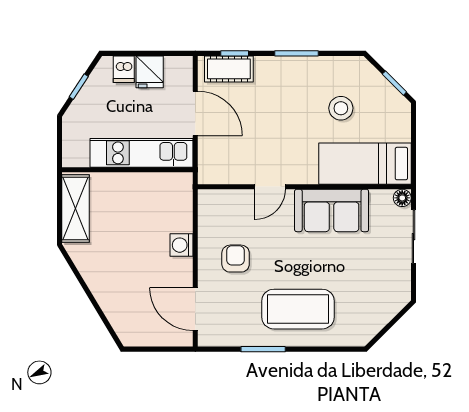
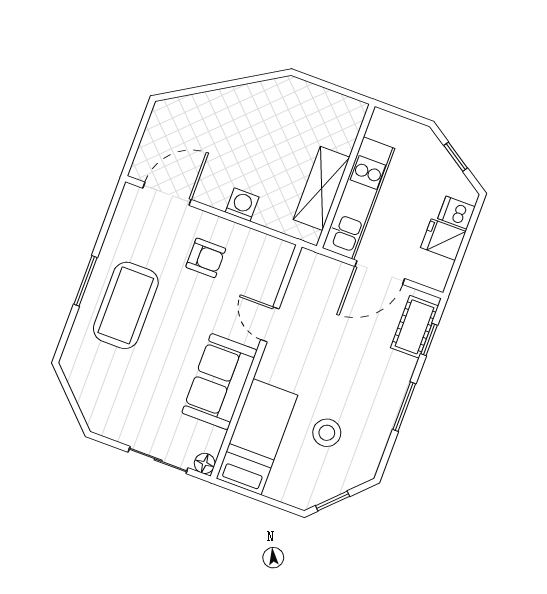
shelving: (75, 209) -> (322, 188), moved, turned 90
window: (263, 349) -> (85, 281), moved

